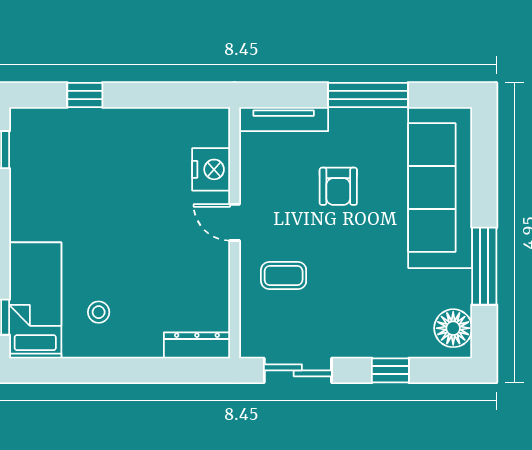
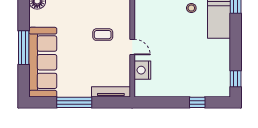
armchair: (338, 186) -> (87, 63), removed
window: (484, 266) -> (24, 48), moved
coffee table: (284, 276) -> (103, 35), moved

